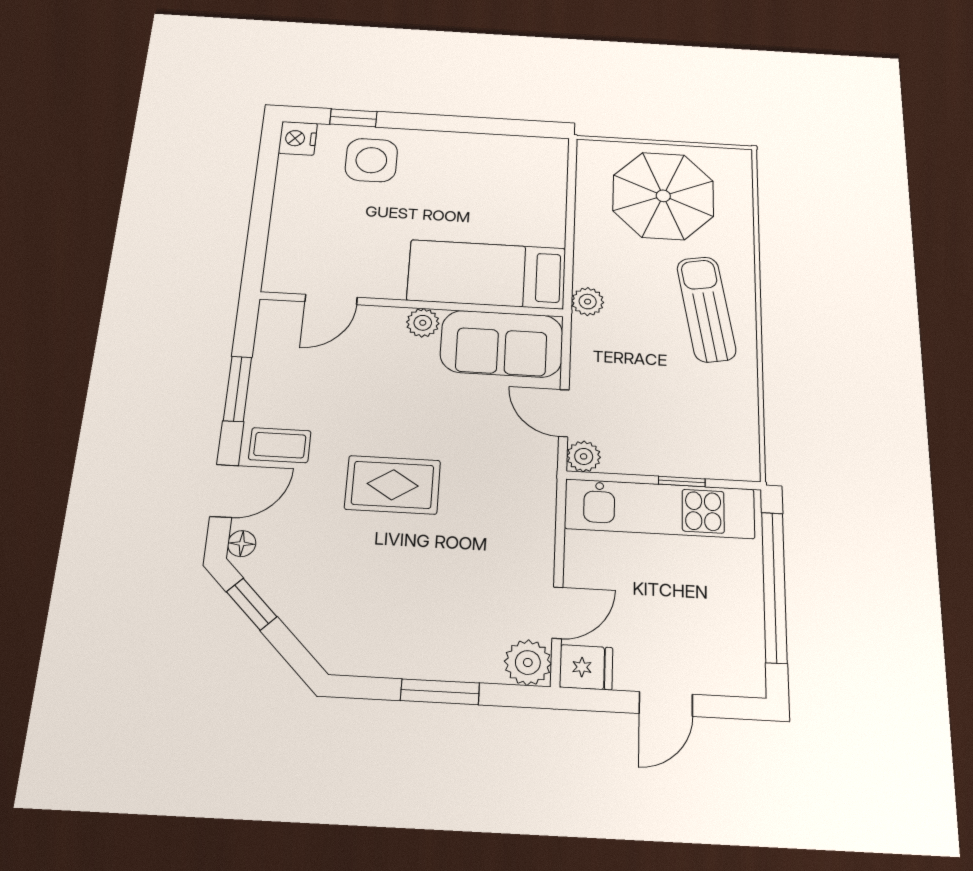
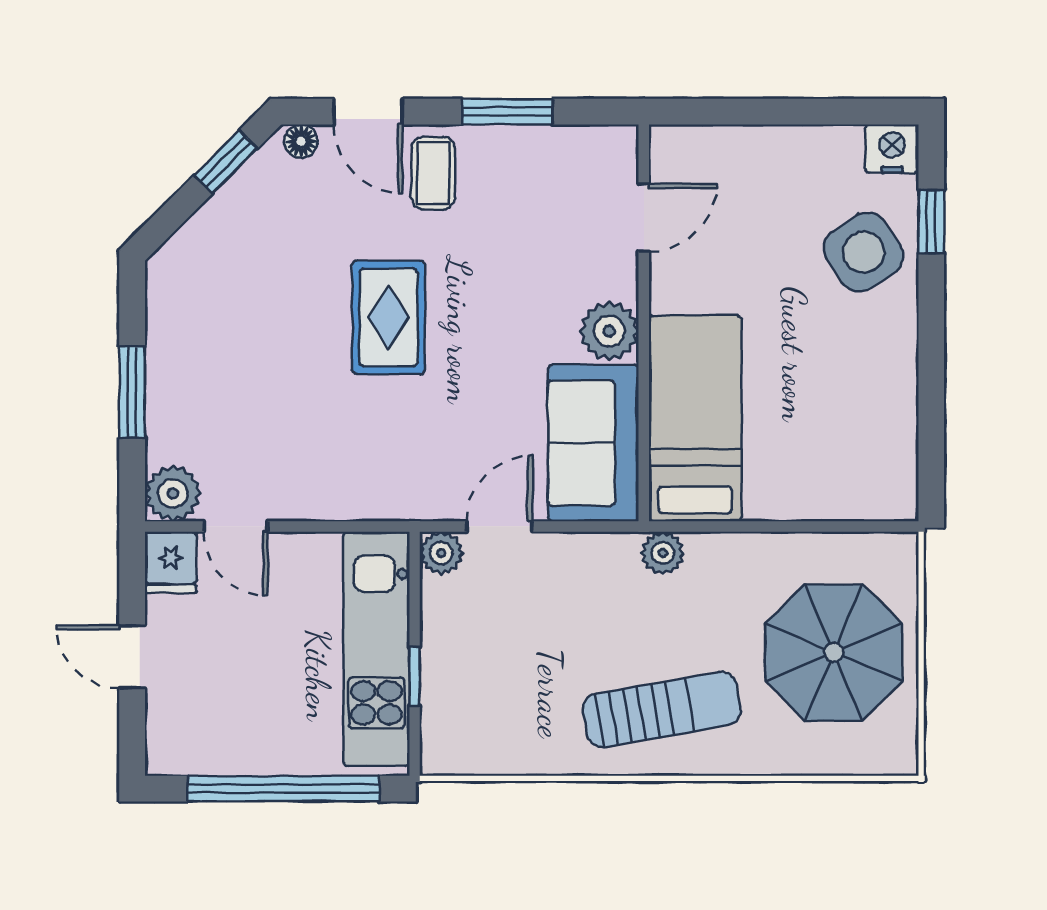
side table: (371, 160) -> (864, 252), turned -33
door: (331, 300) -> (644, 218), swing flipped
plant: (423, 323) -> (609, 331), width x1.38, depth x1.38

